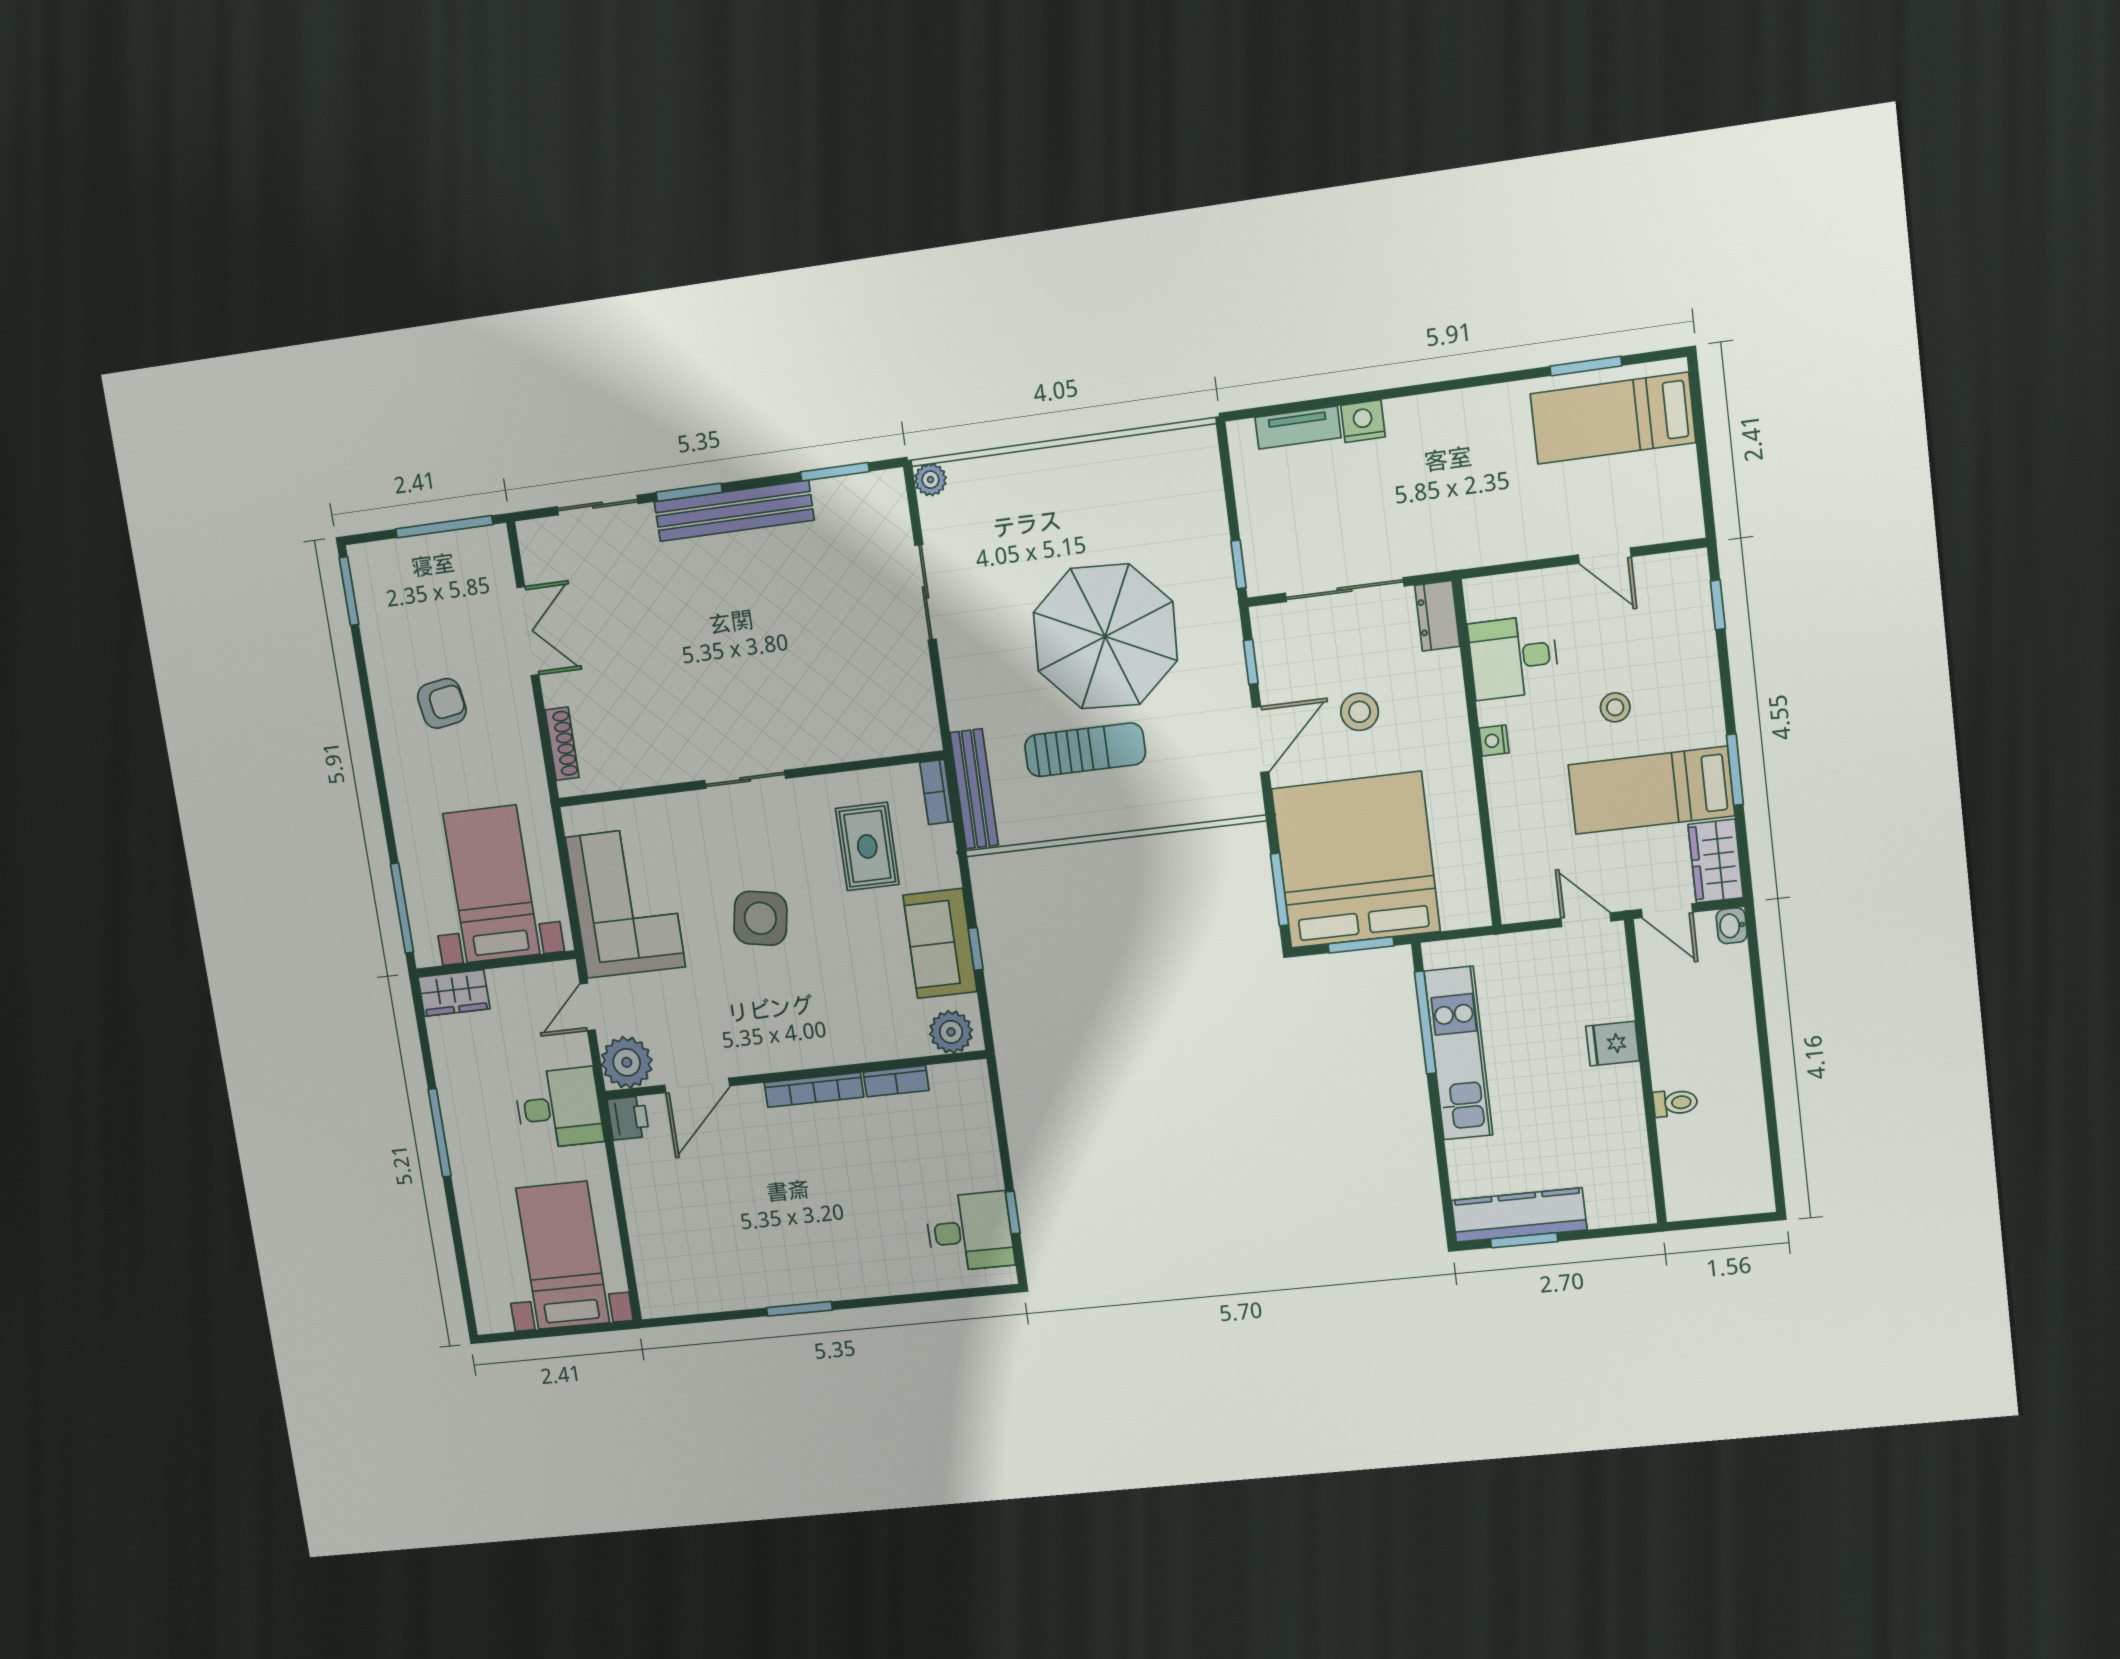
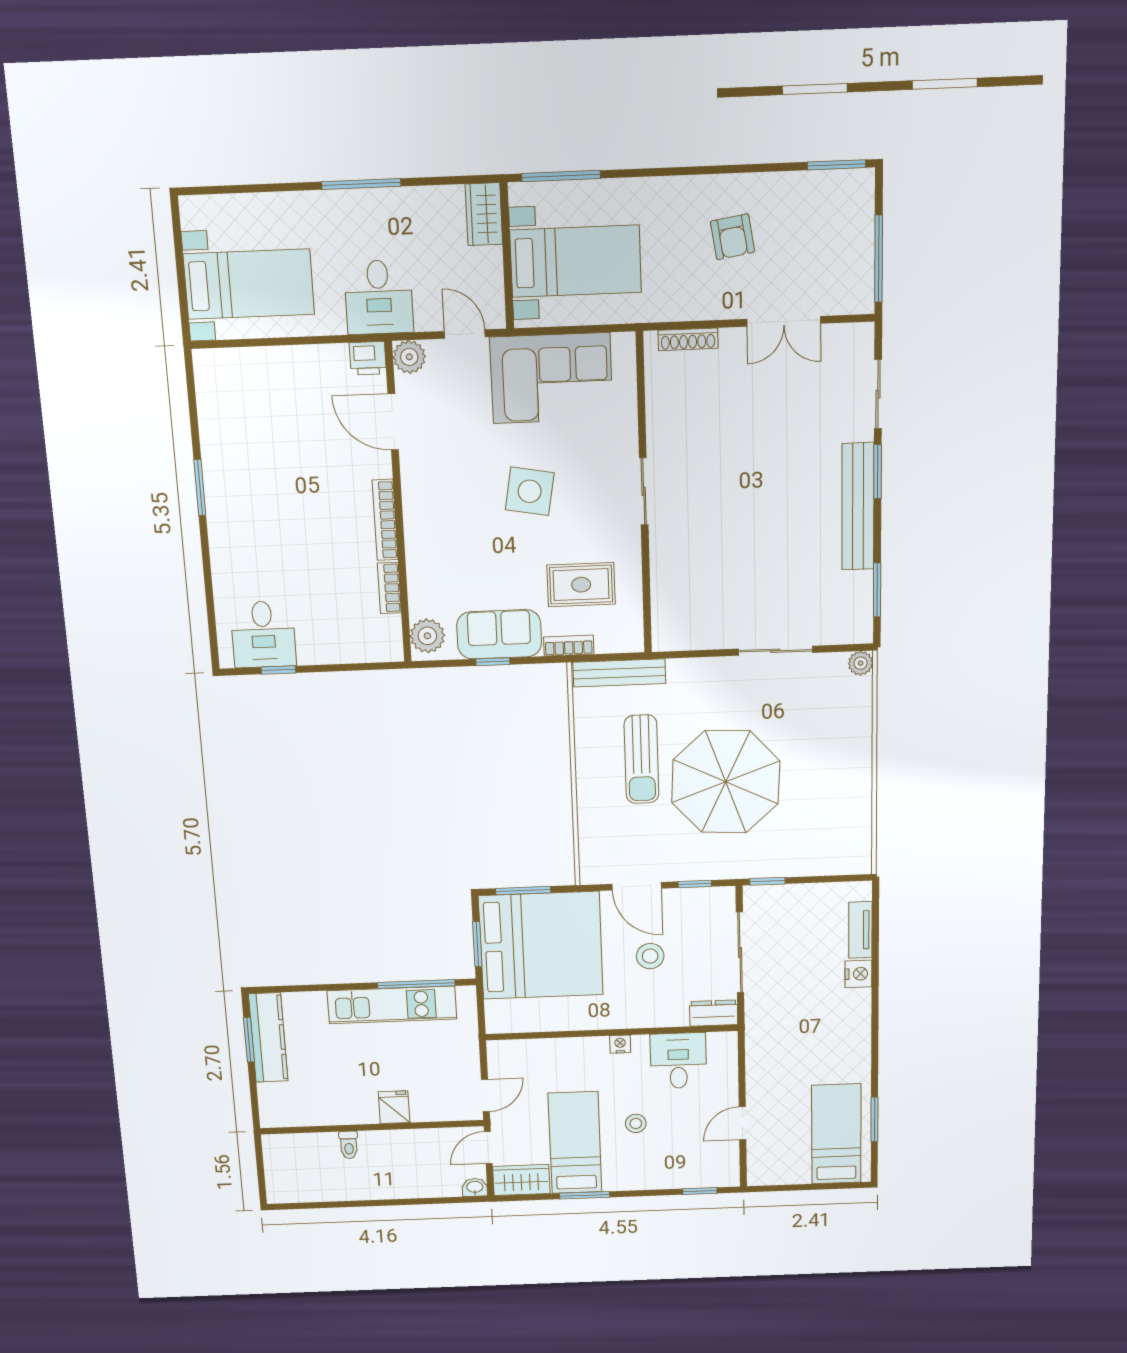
bookcase: (936, 792) -> (569, 646), moved
plant: (627, 1062) -> (409, 357), width x0.73, depth x0.73

